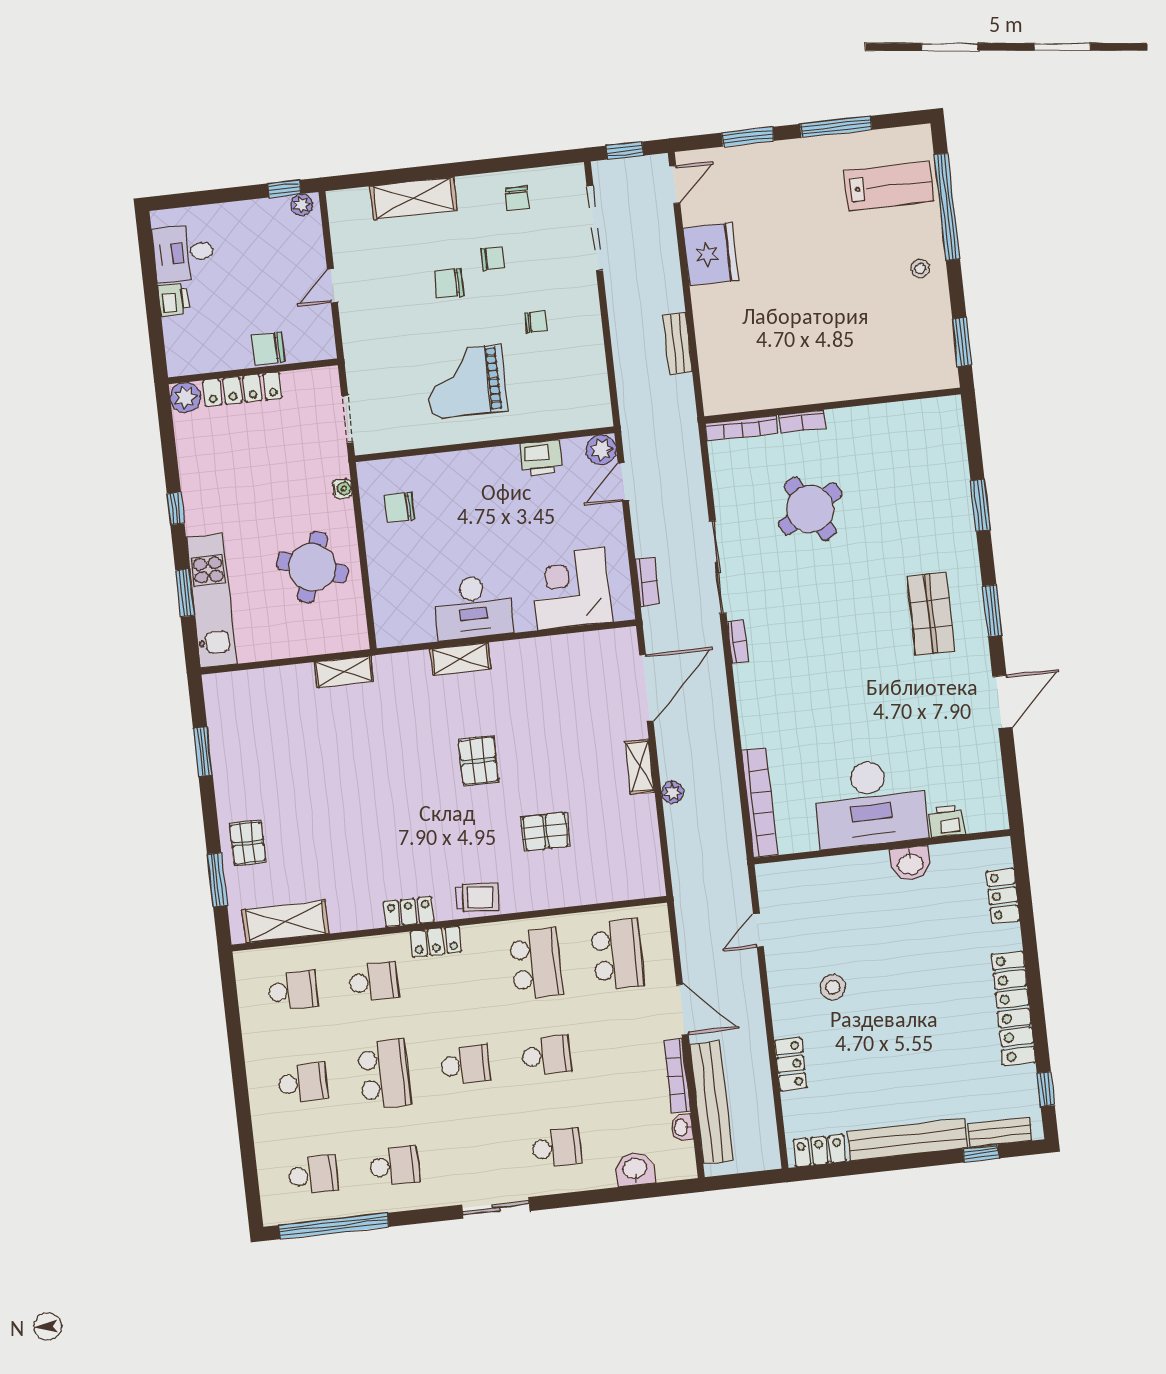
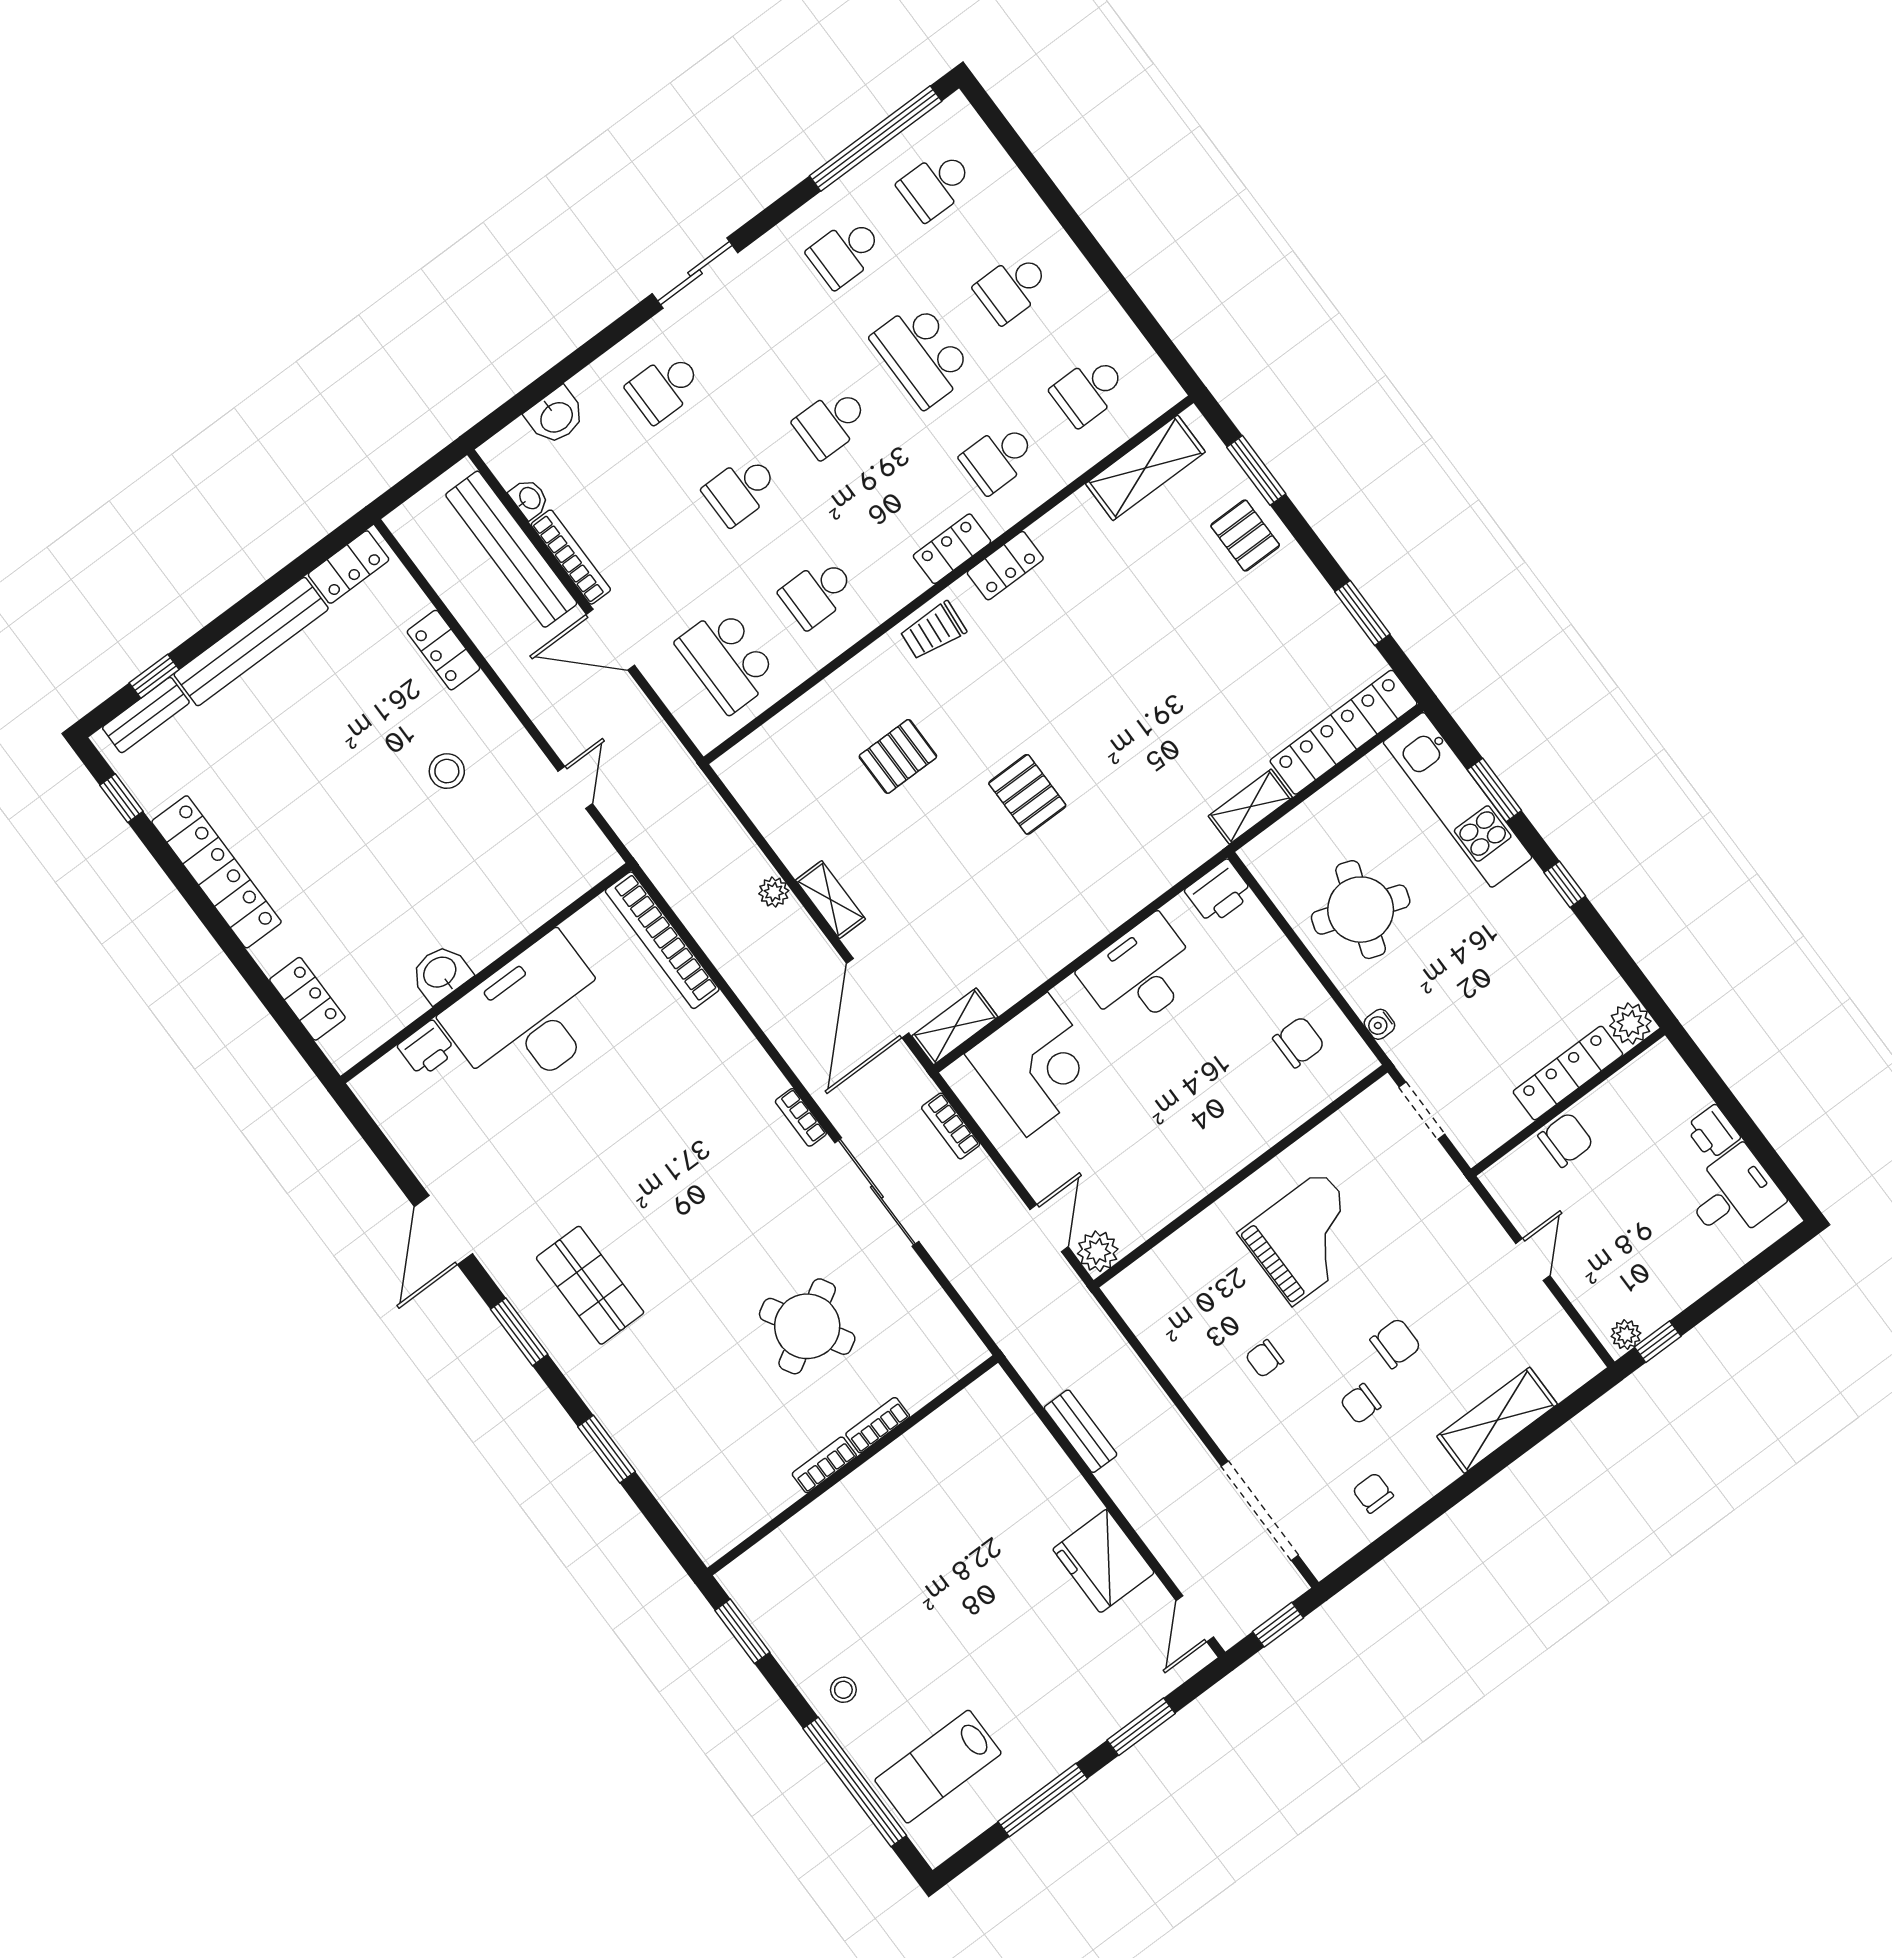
bookcase: (742, 428) -> (824, 1465), moved, width x0.64
printer: (541, 458) -> (1219, 892), moved, turned 180
shelving: (460, 659) -> (955, 1026), moved
locker: (258, 684) -> (1344, 732), added
school desk: (536, 963) -> (817, 593), width x0.54

